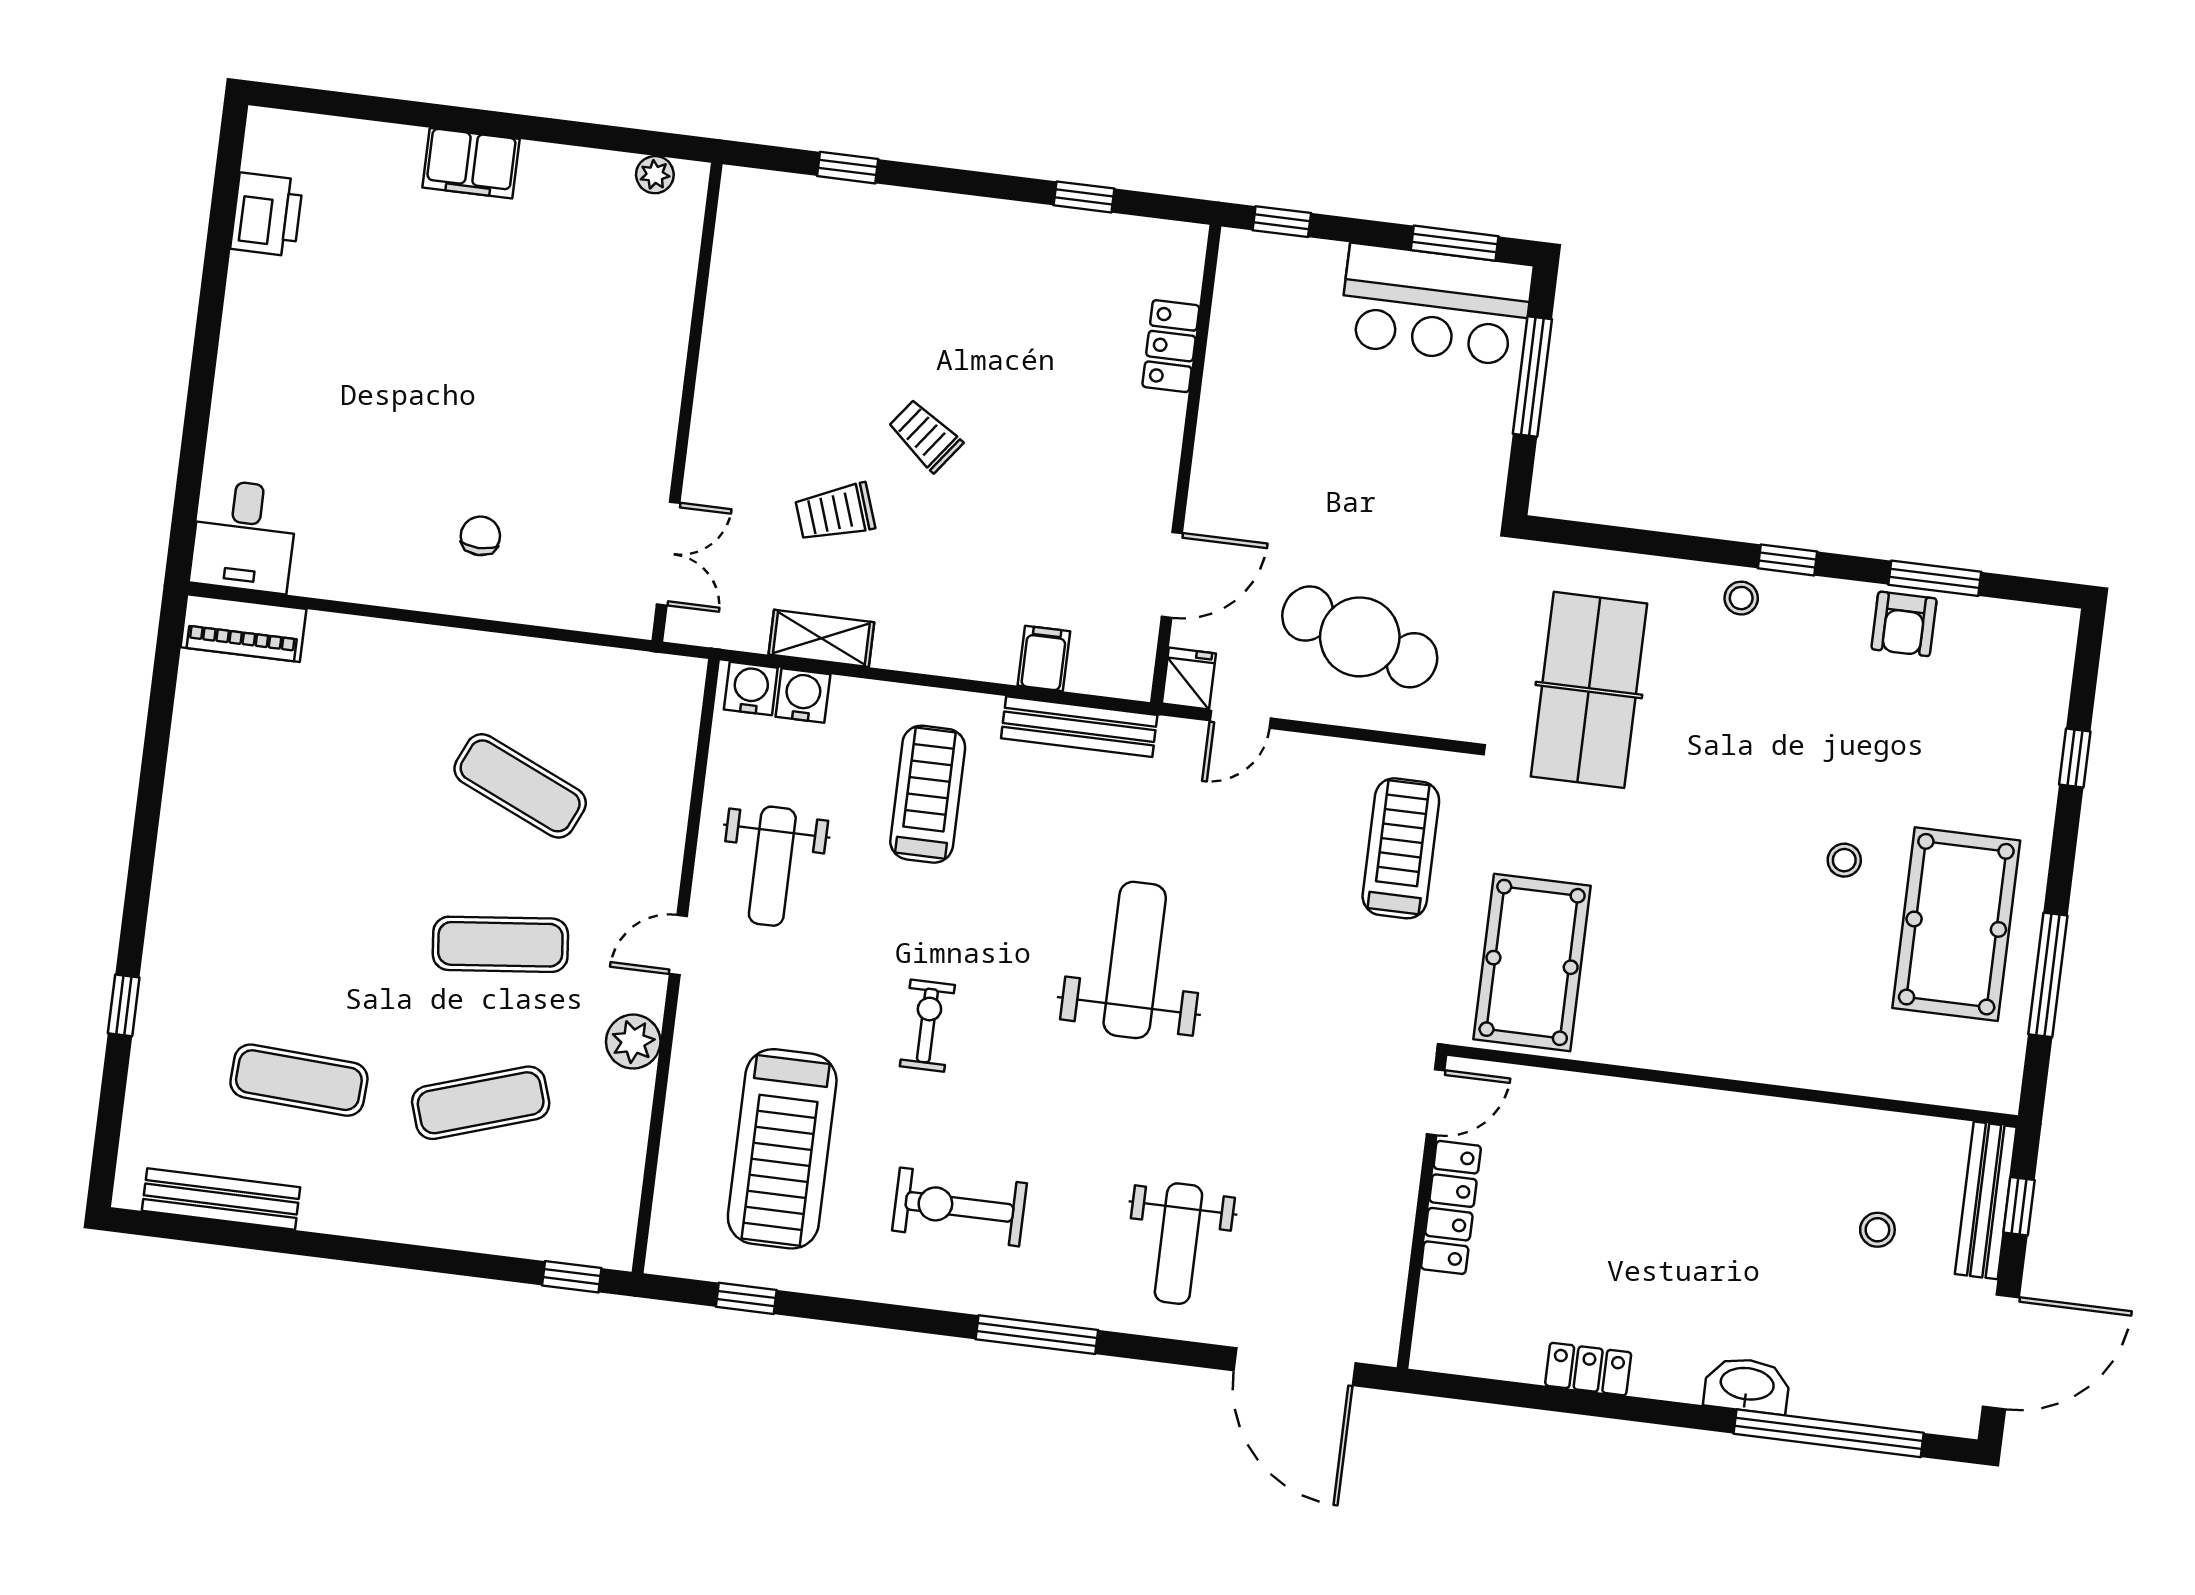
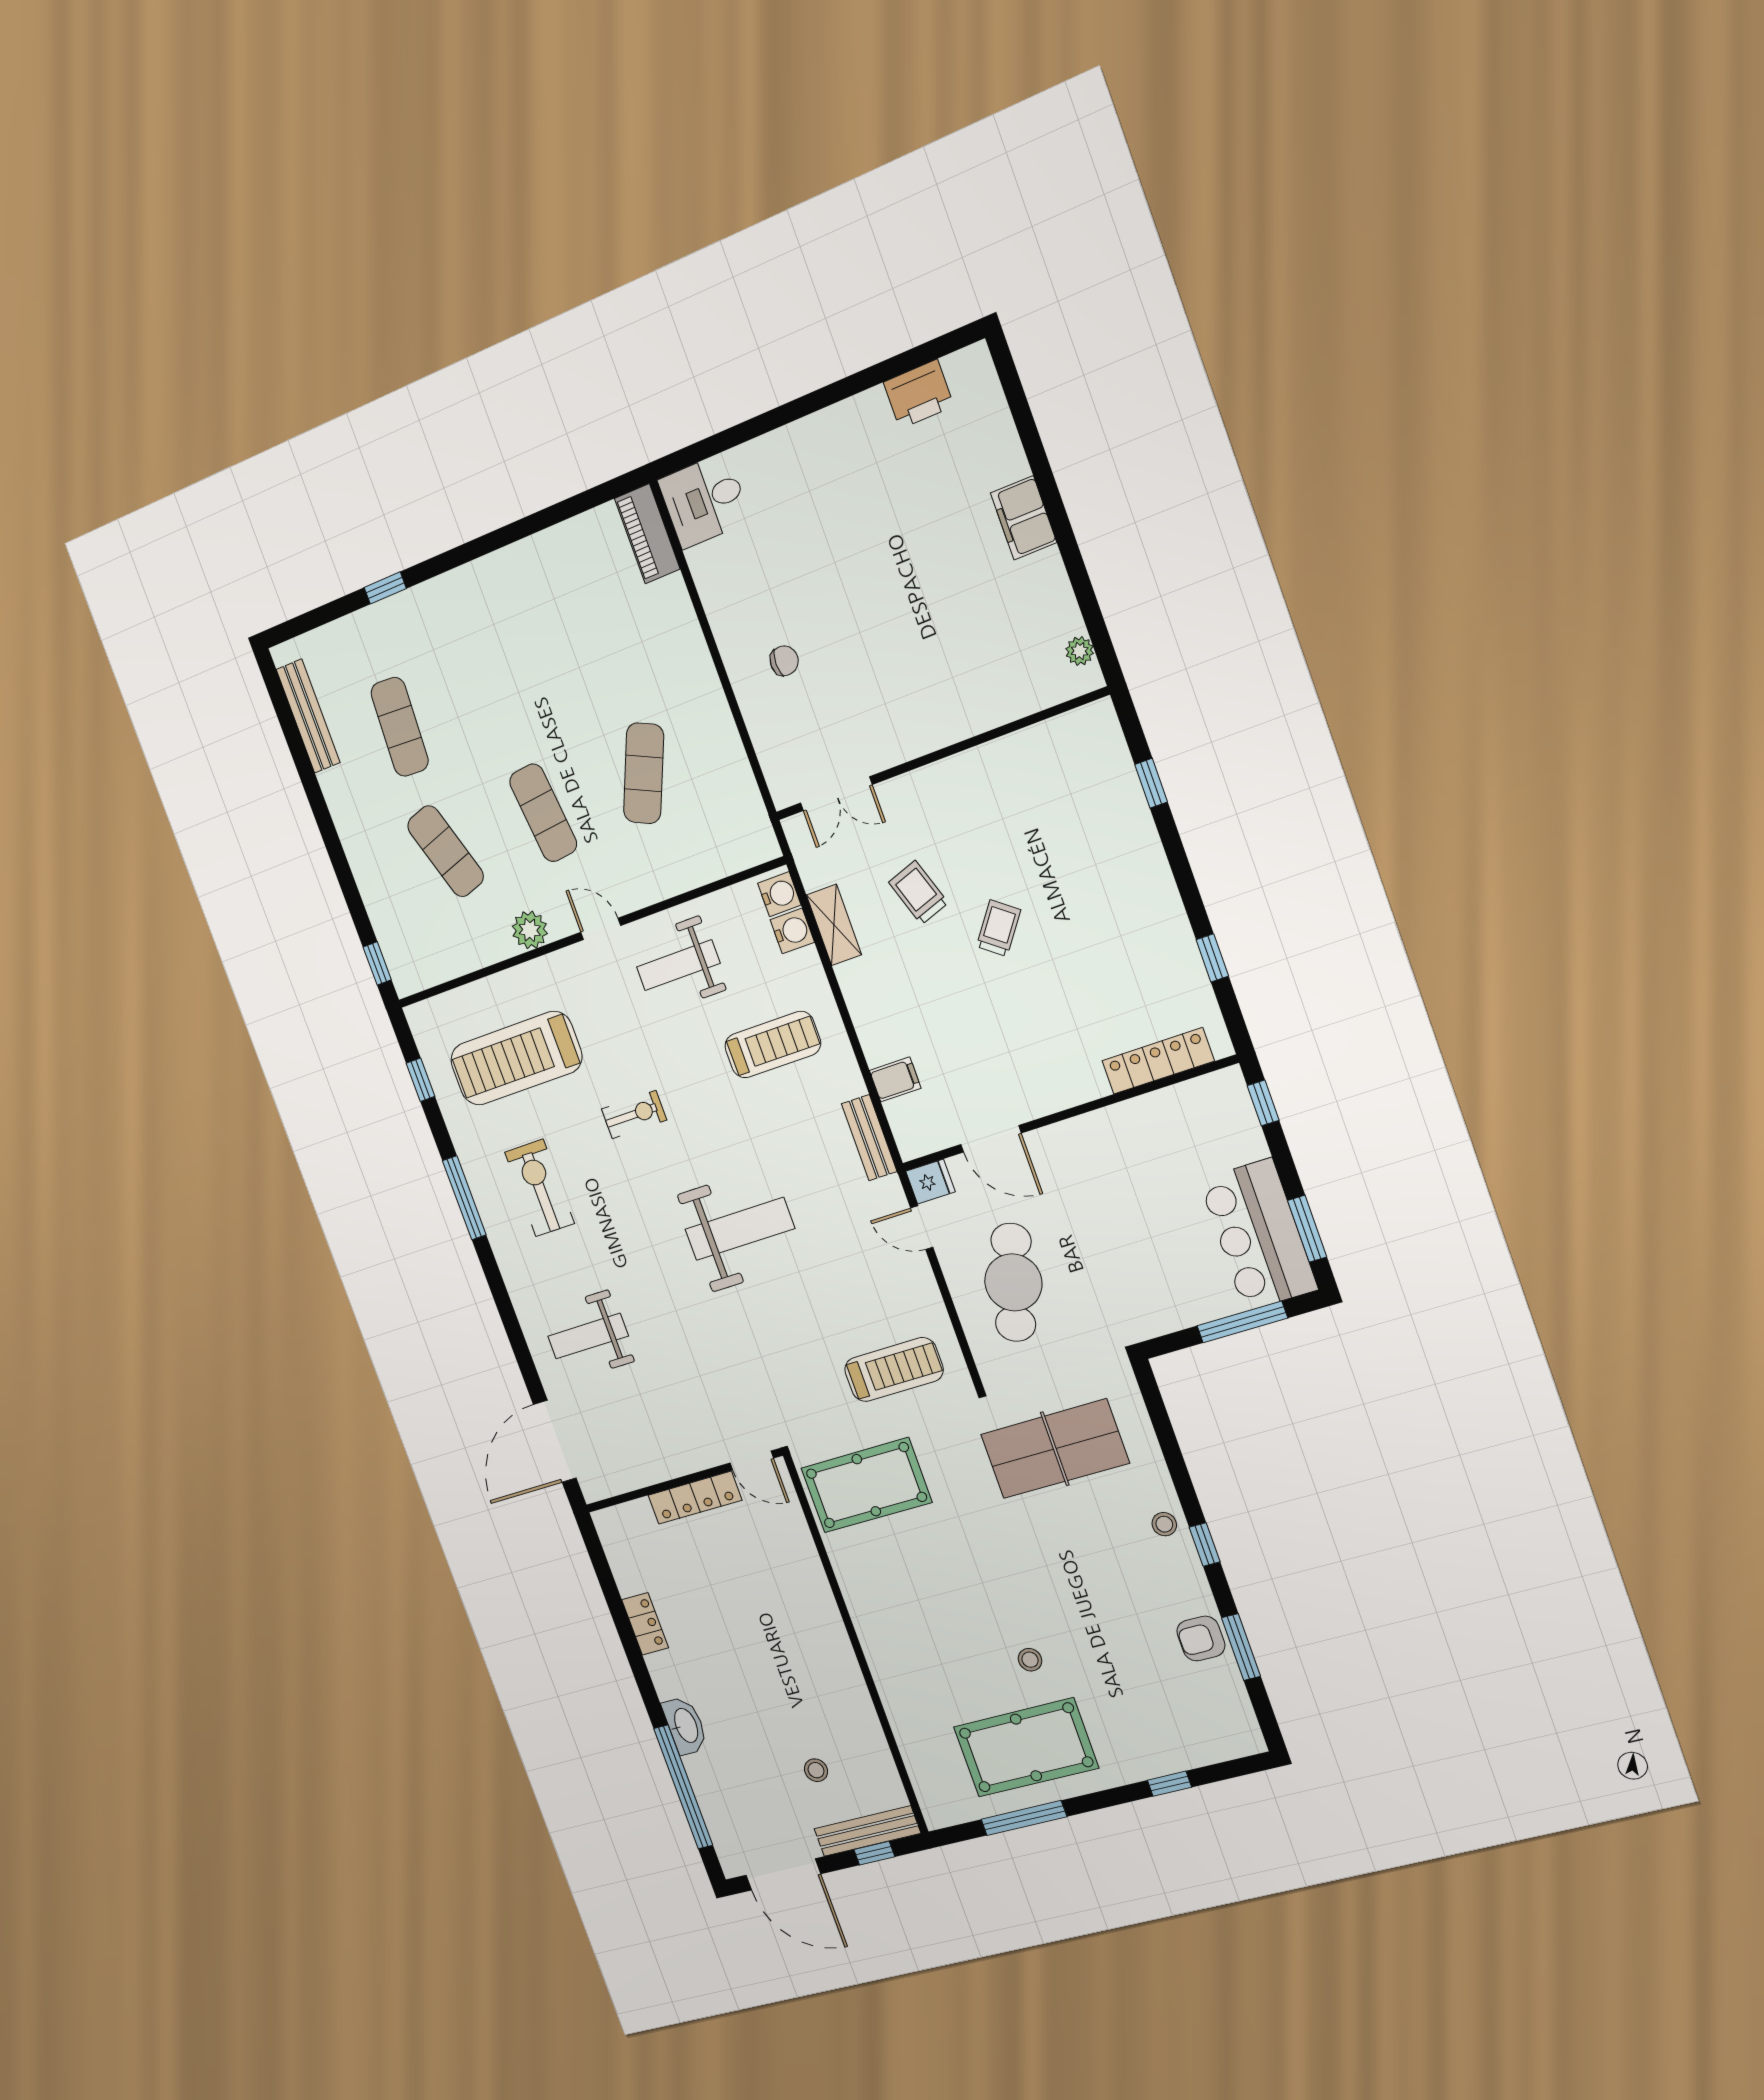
locker: (1171, 346) -> (1158, 1061), width x1.53
bench: (1079, 727) -> (869, 1138), width x0.73
window: (1037, 1335) -> (464, 1198), moved

